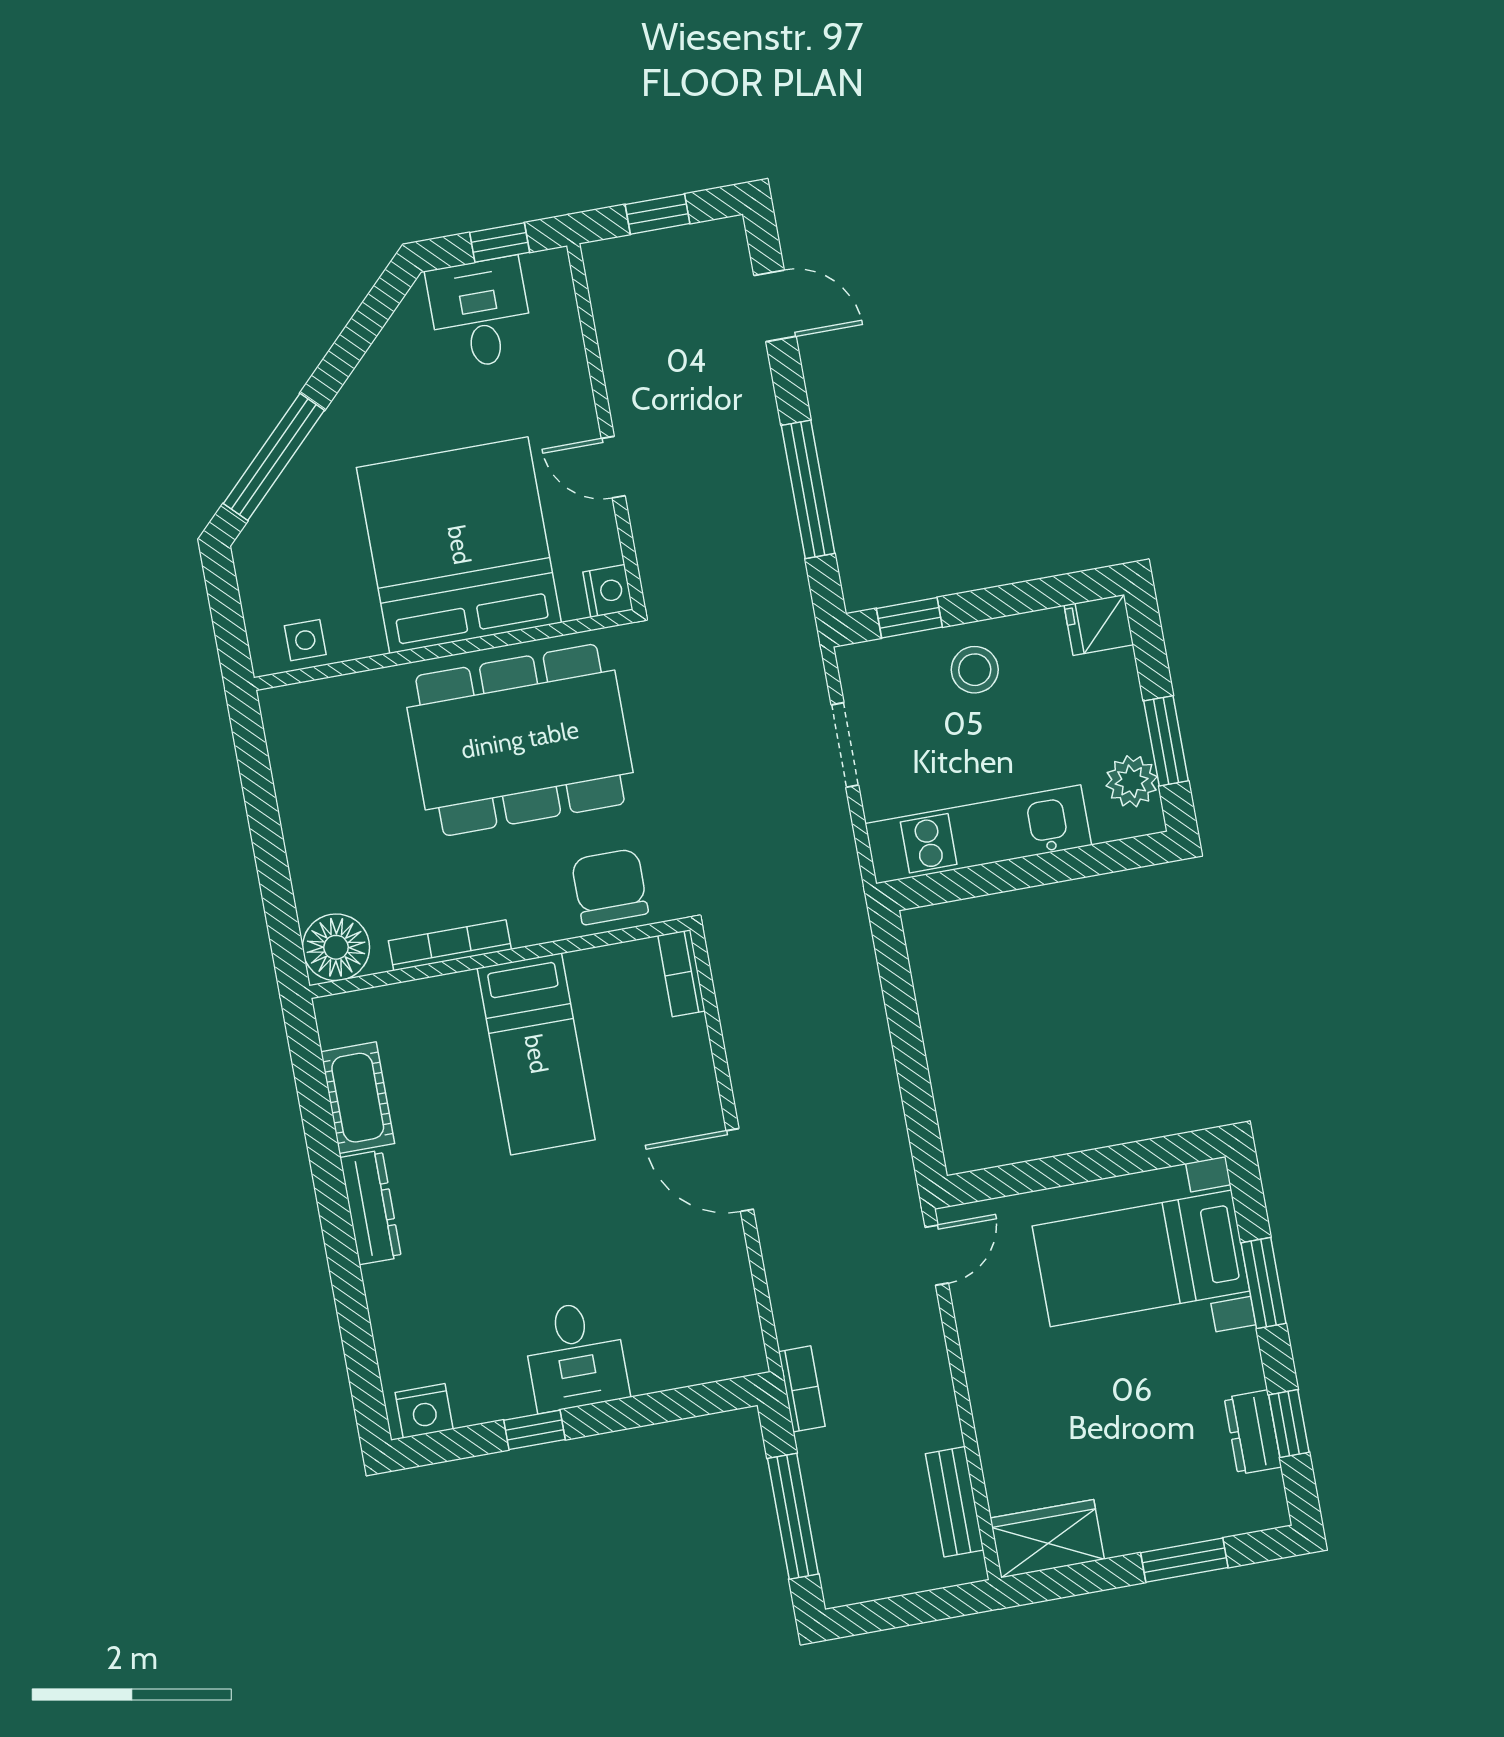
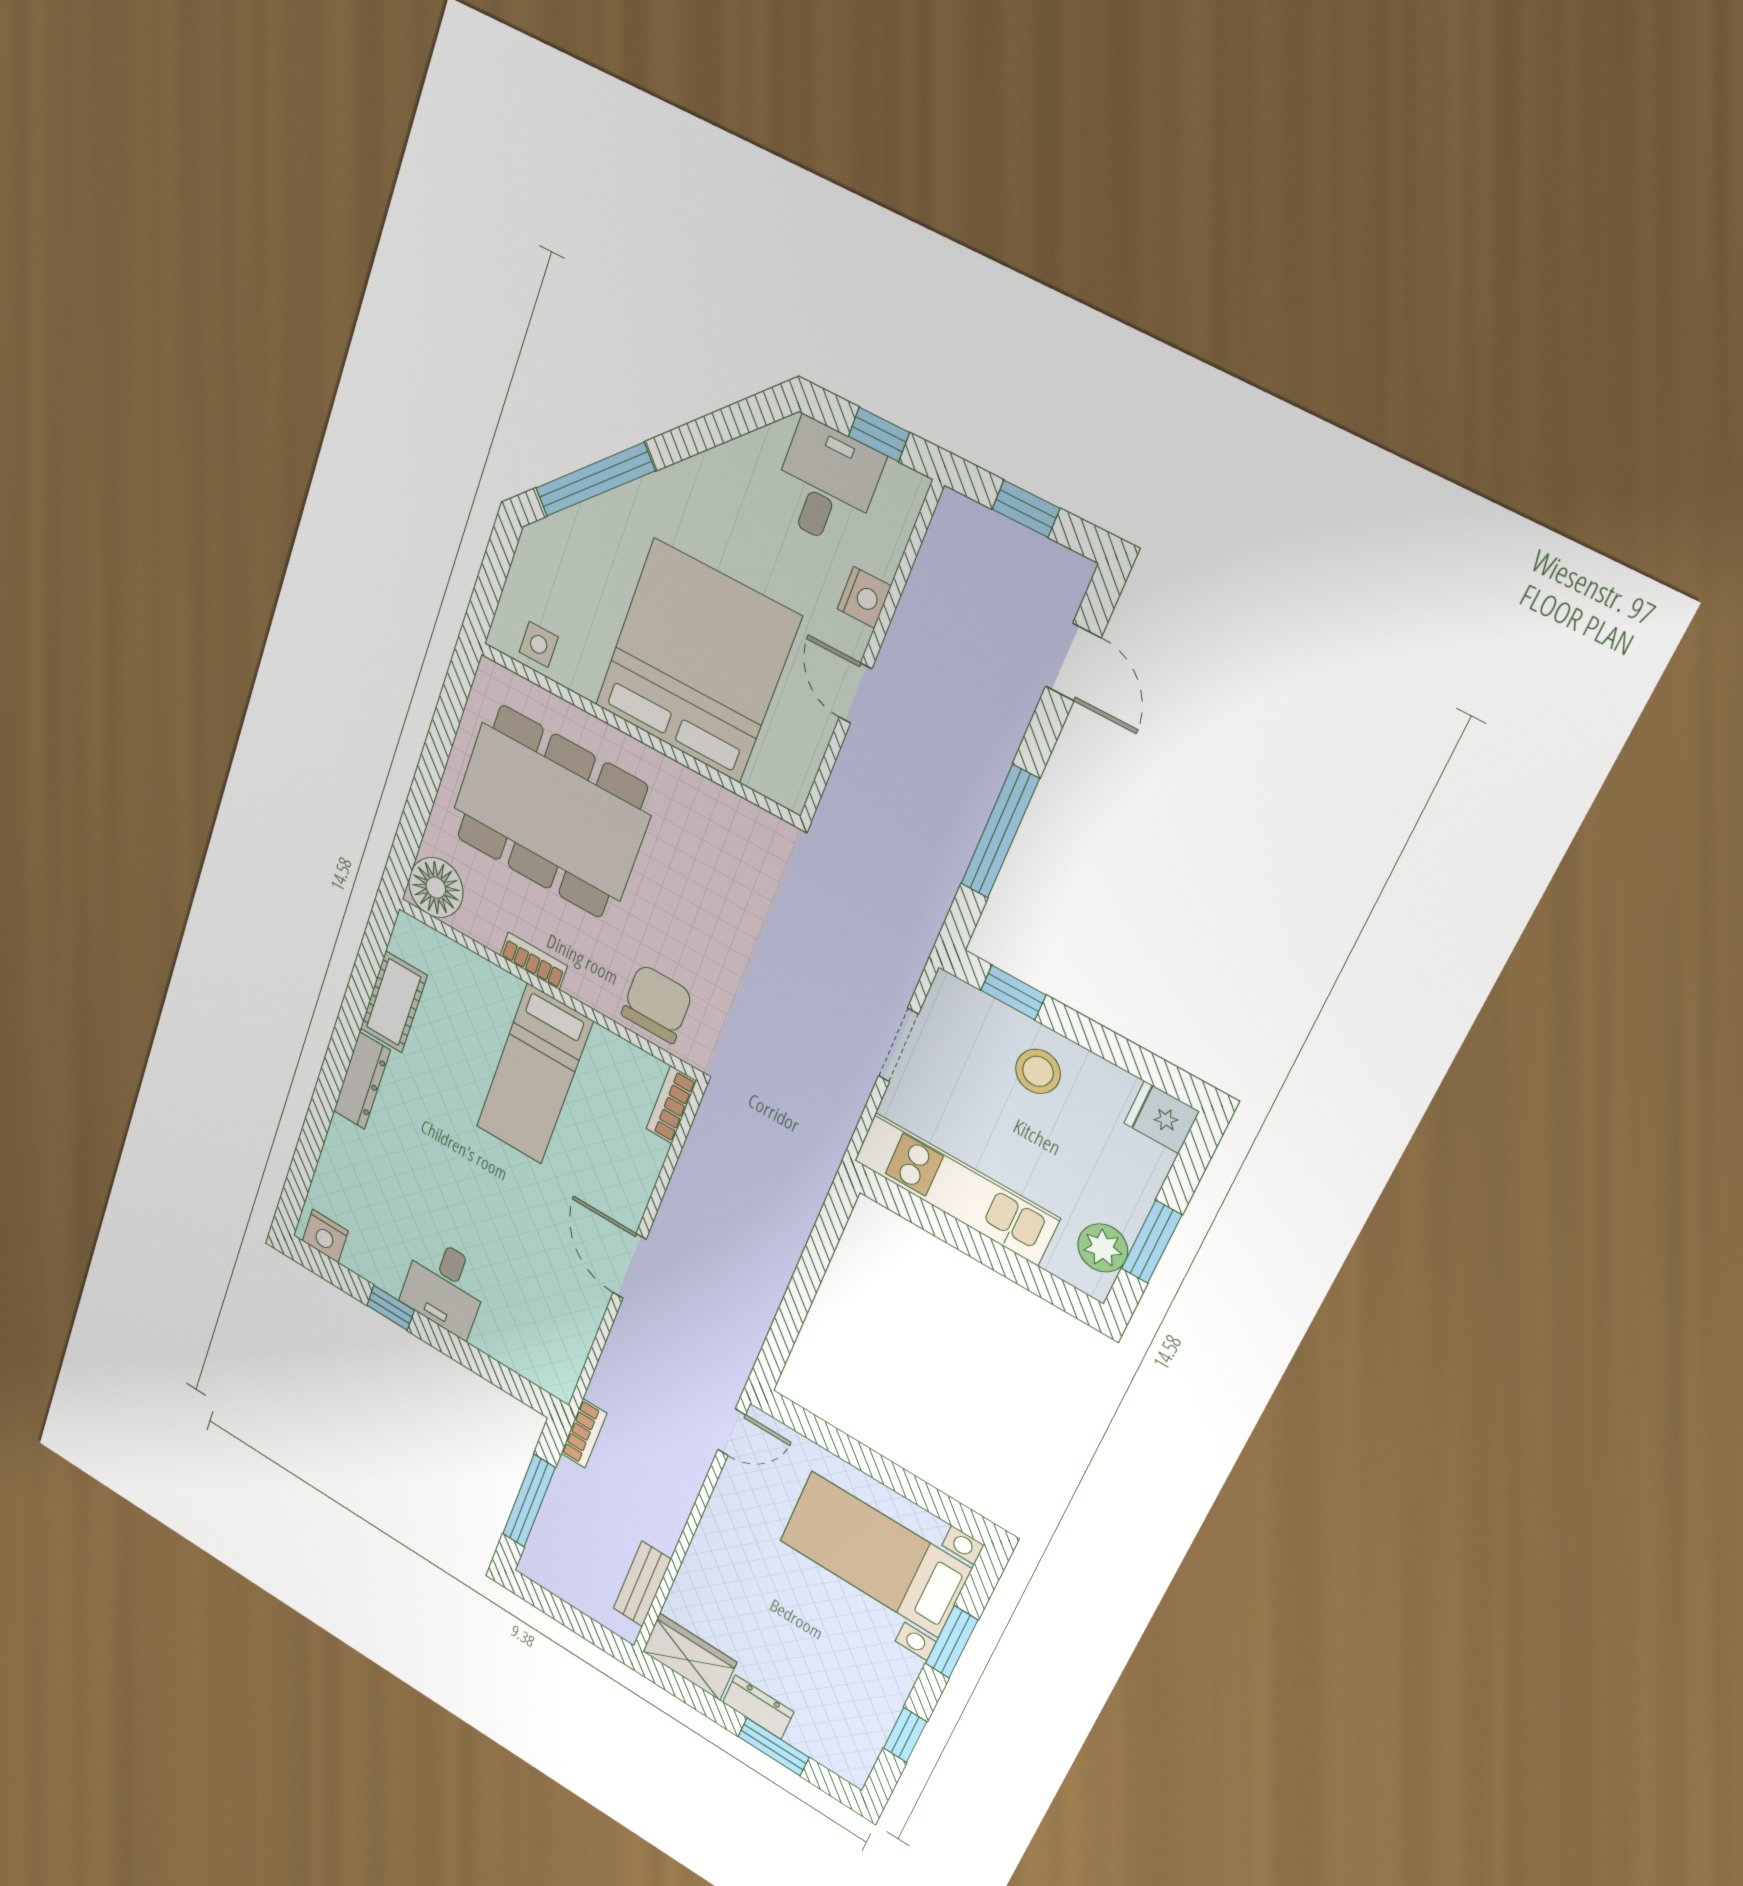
nightstand: (608, 591) -> (864, 597), moved
dining table: (520, 740) -> (551, 812), moved
bookcase: (450, 945) -> (534, 961), width x0.64
dresser: (1253, 1432) -> (758, 1707), moved, turned 90

